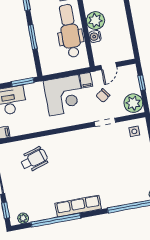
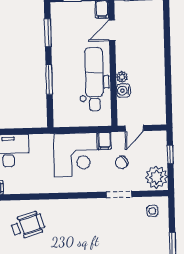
plant: (95, 20) -> (122, 77), width x0.53, depth x0.53
window: (23, 82) -> (29, 131), removed

